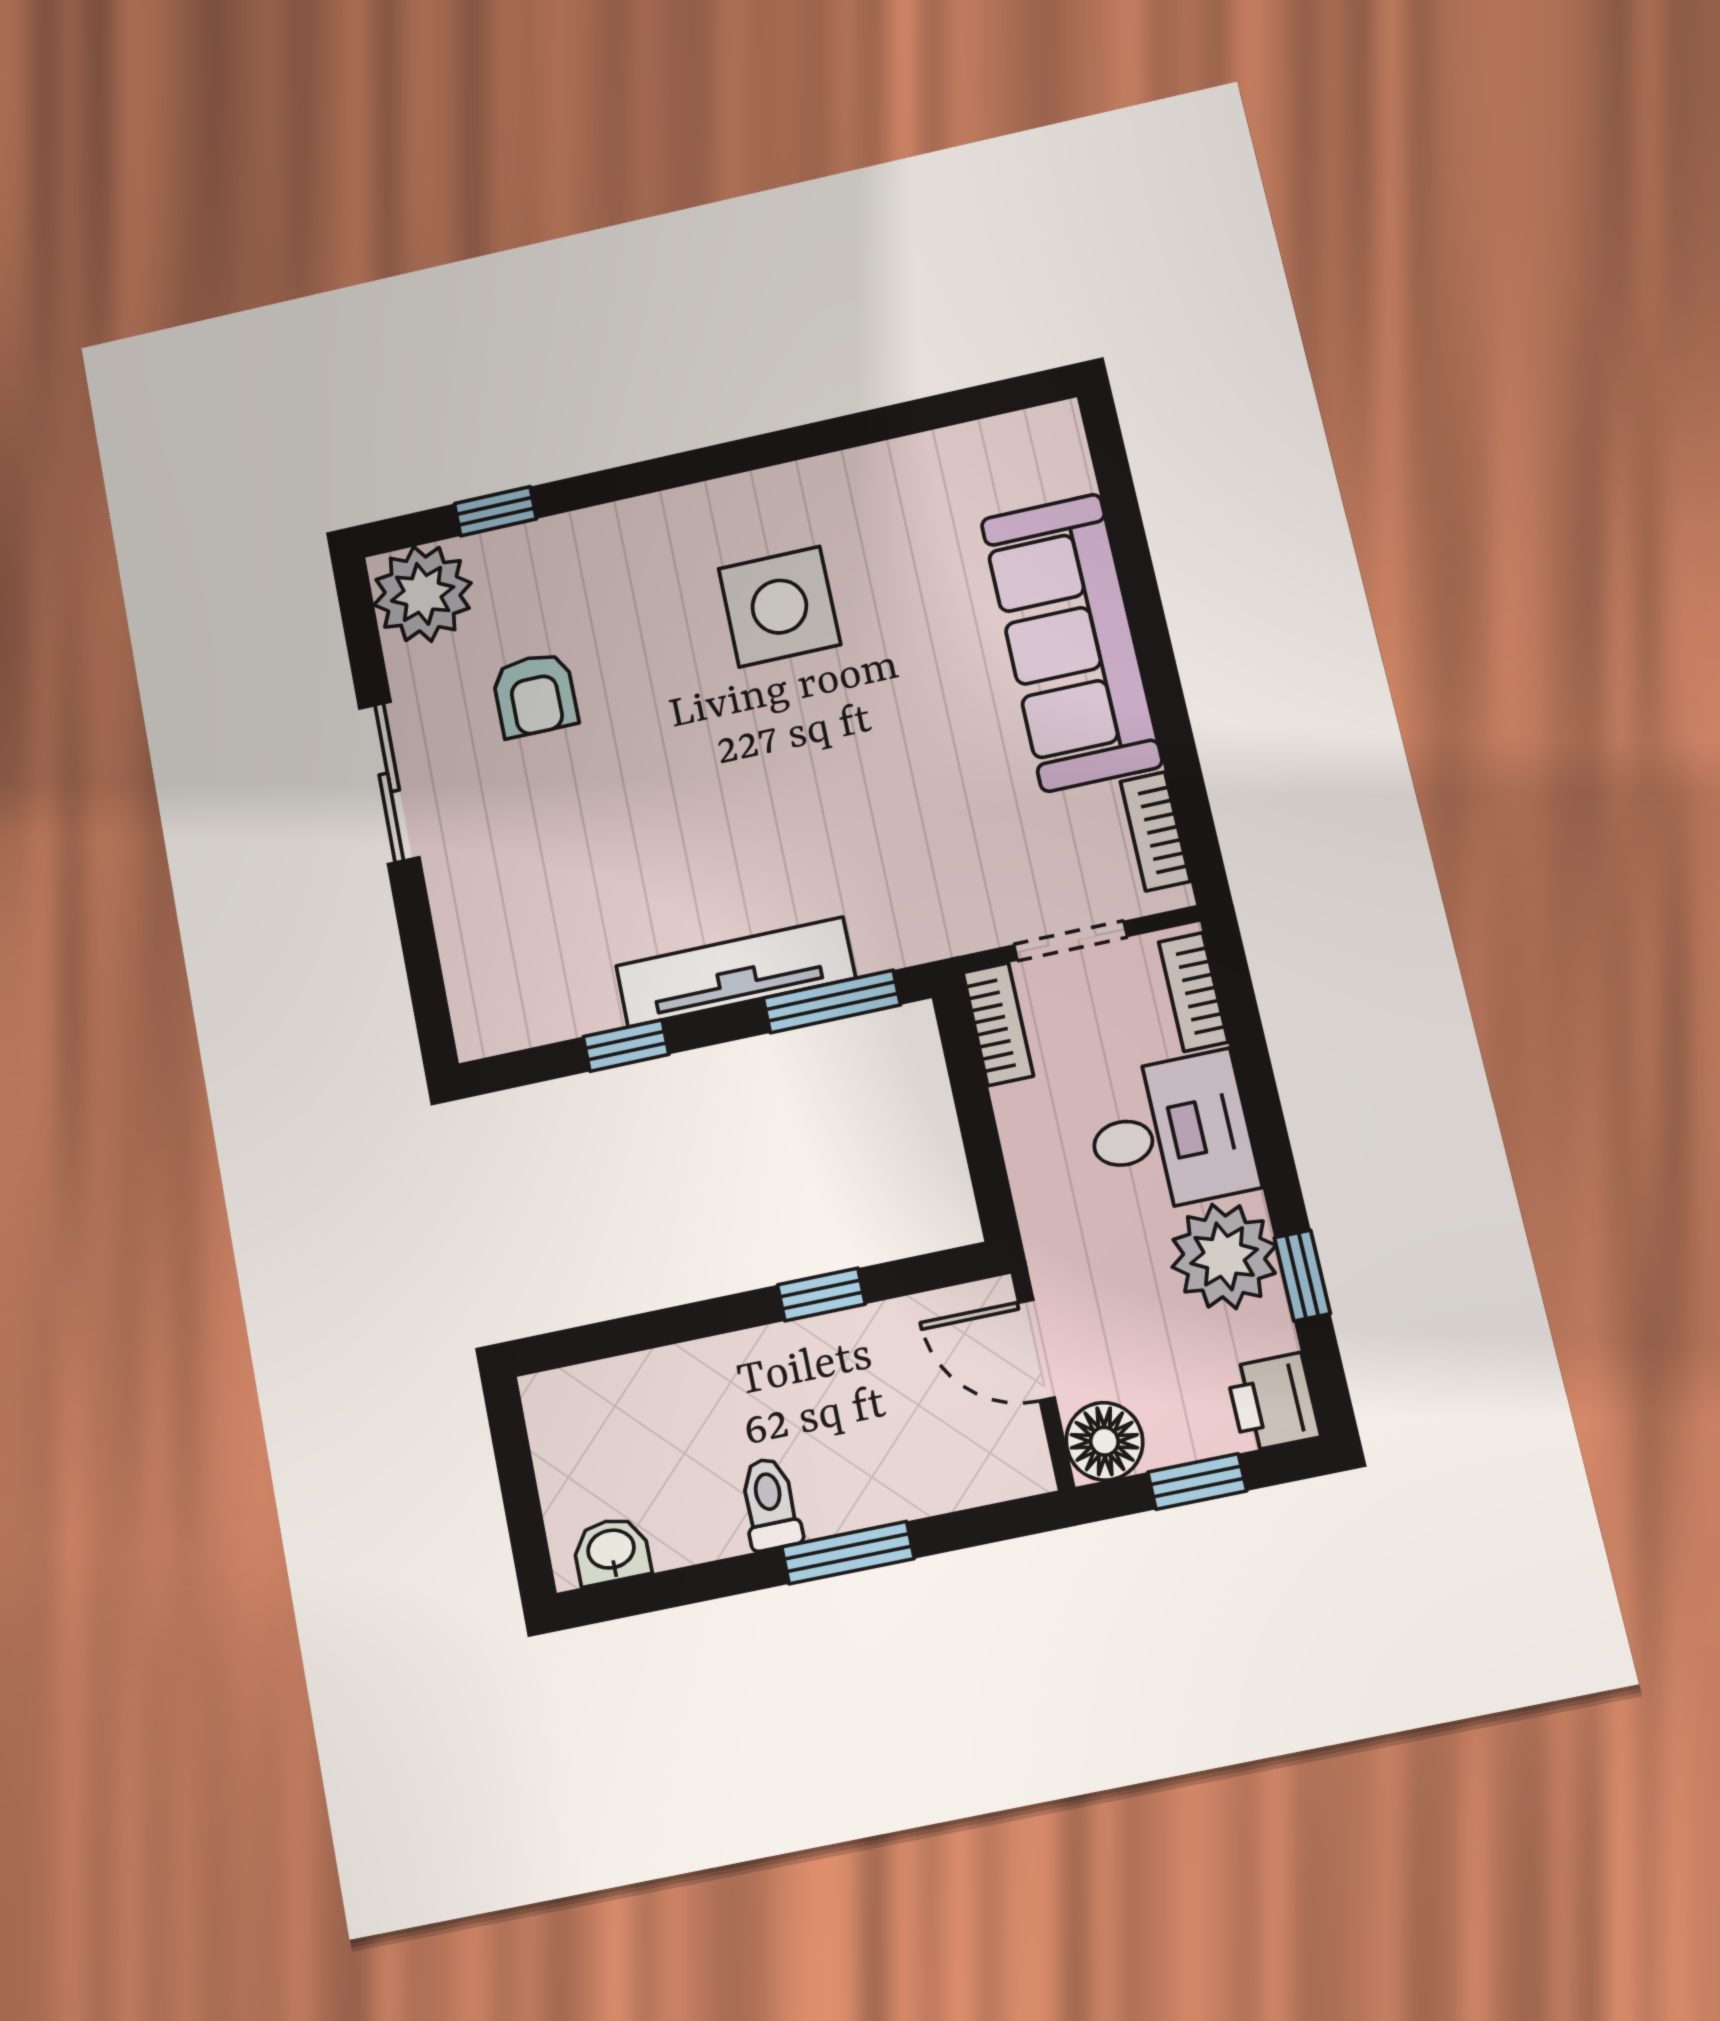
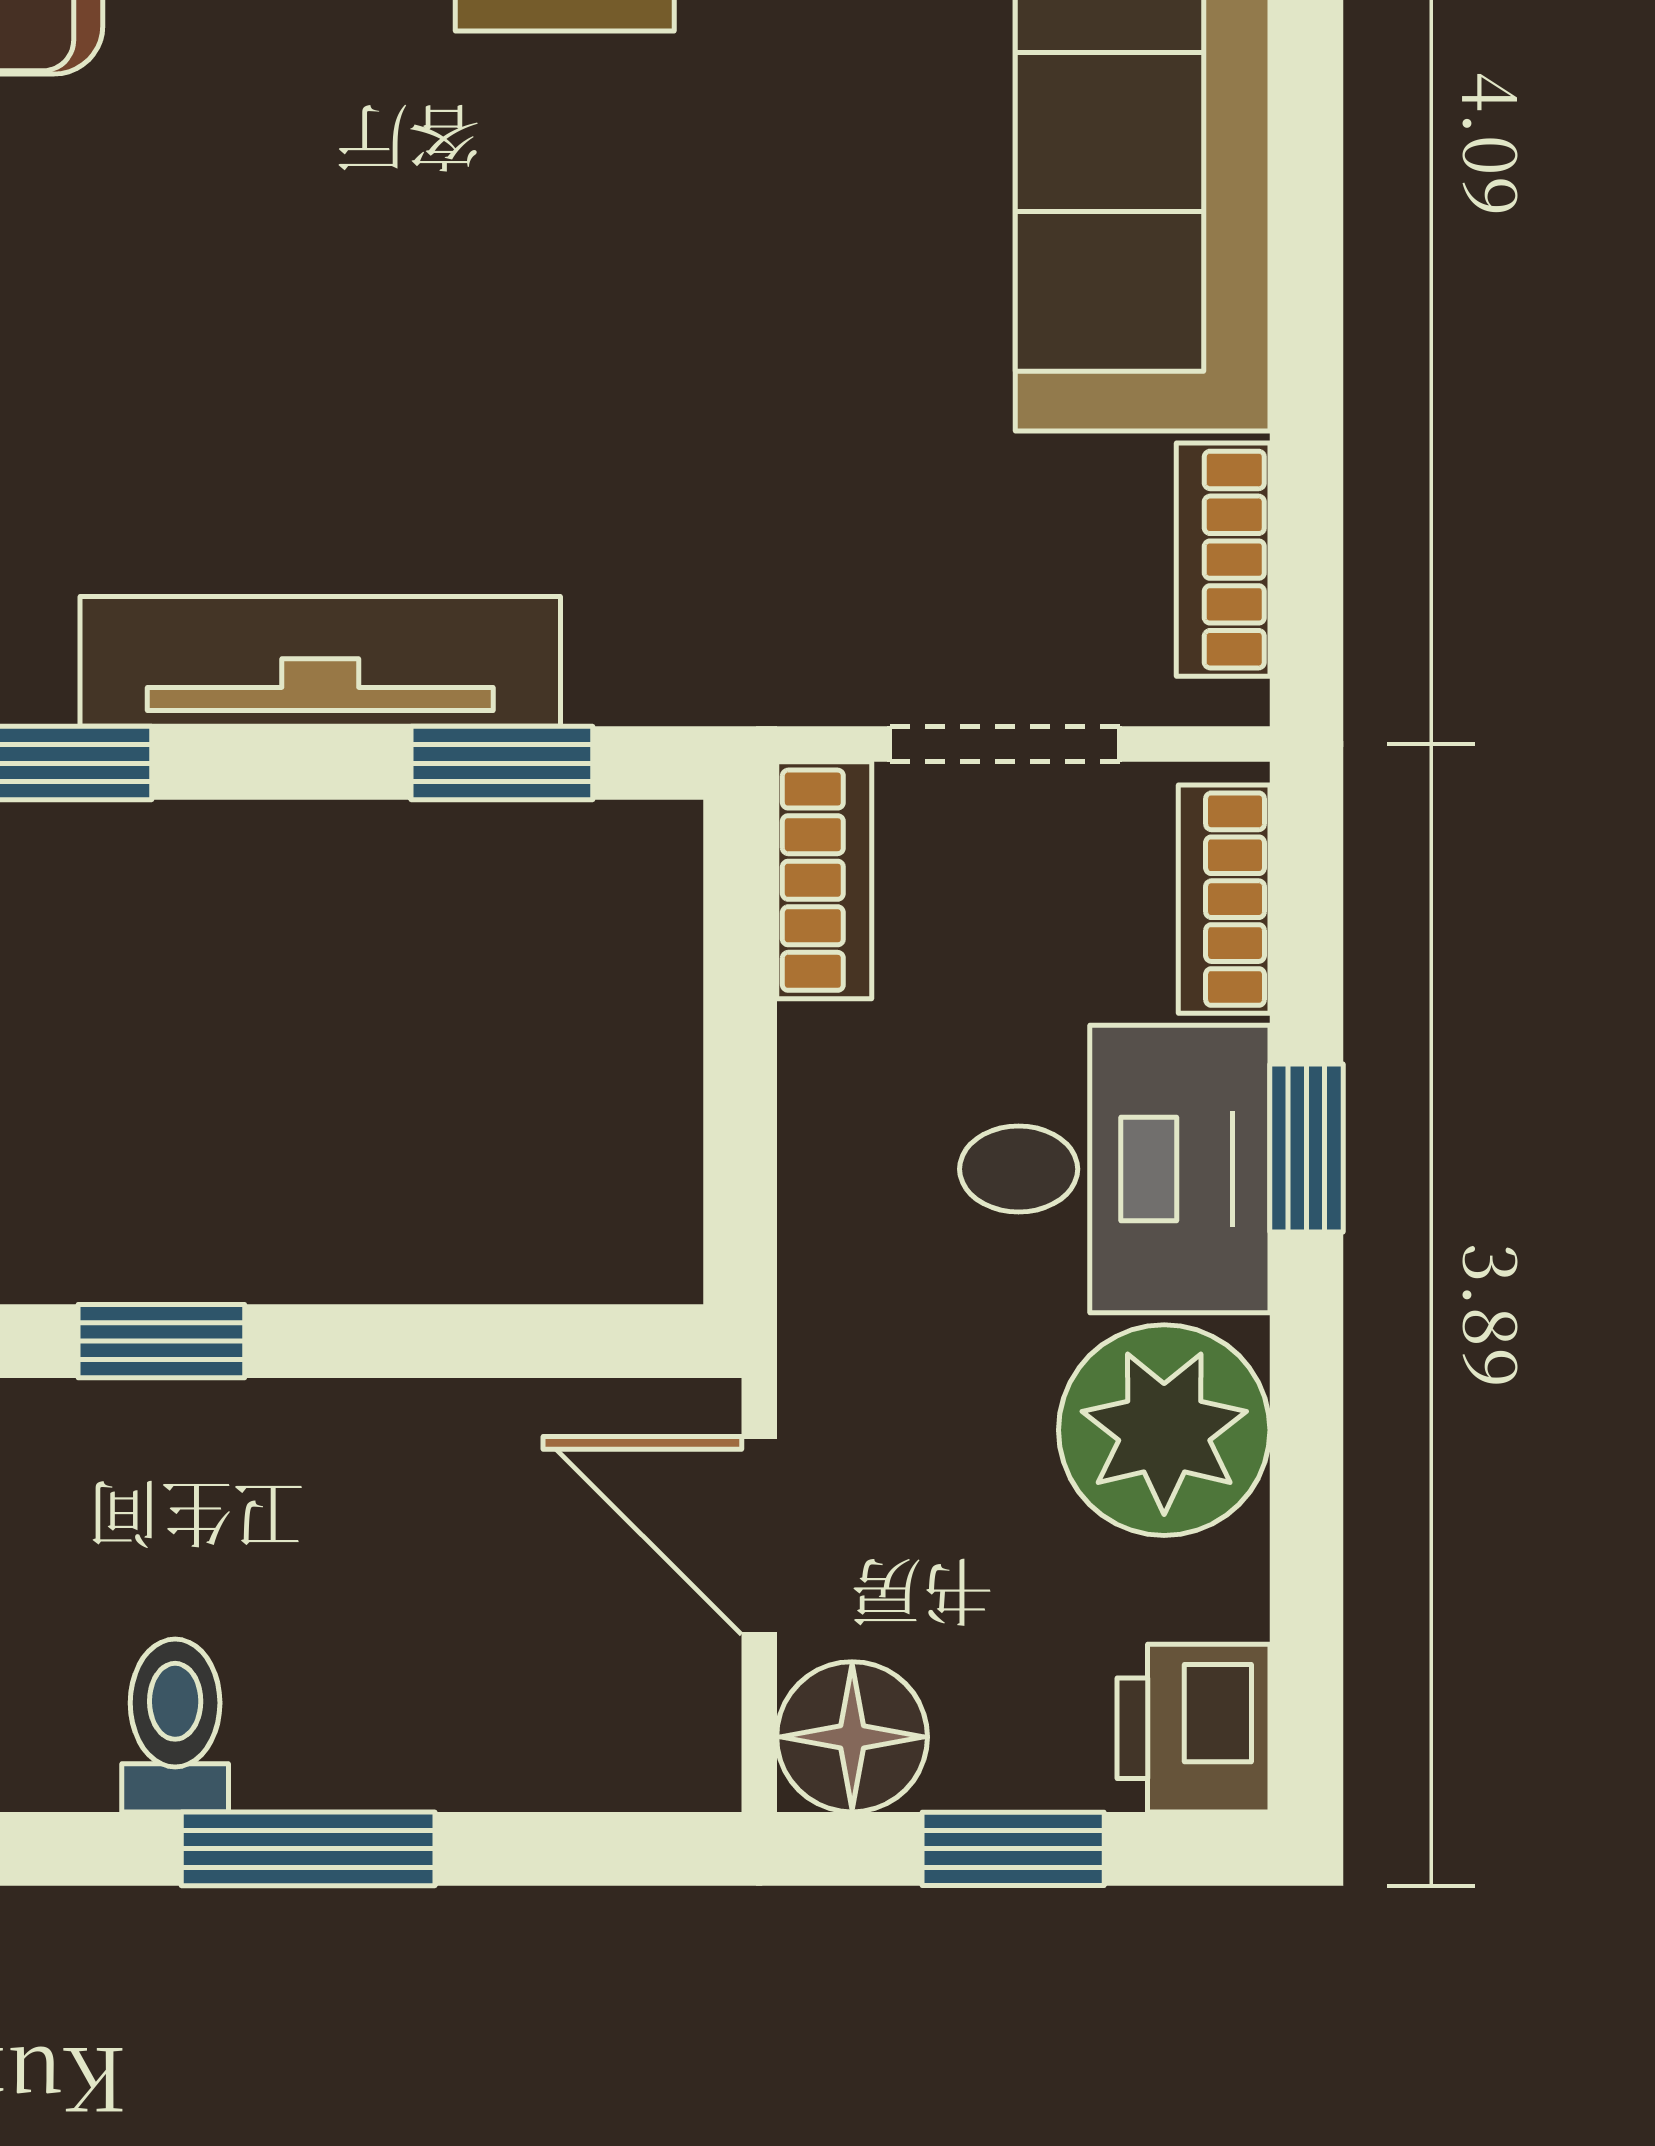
window: (832, 1001) -> (502, 763), width x0.67
window: (1302, 1276) -> (1306, 1148), moved
window: (821, 1294) -> (161, 1341), moved

